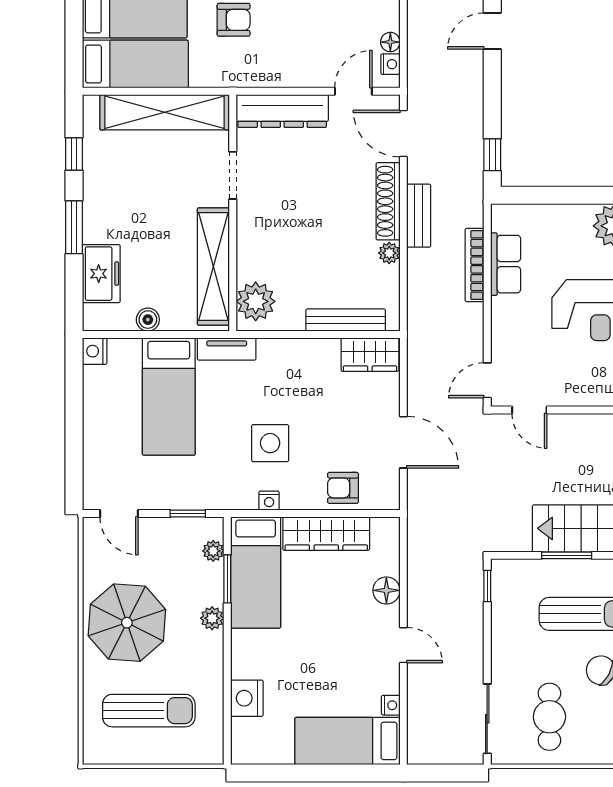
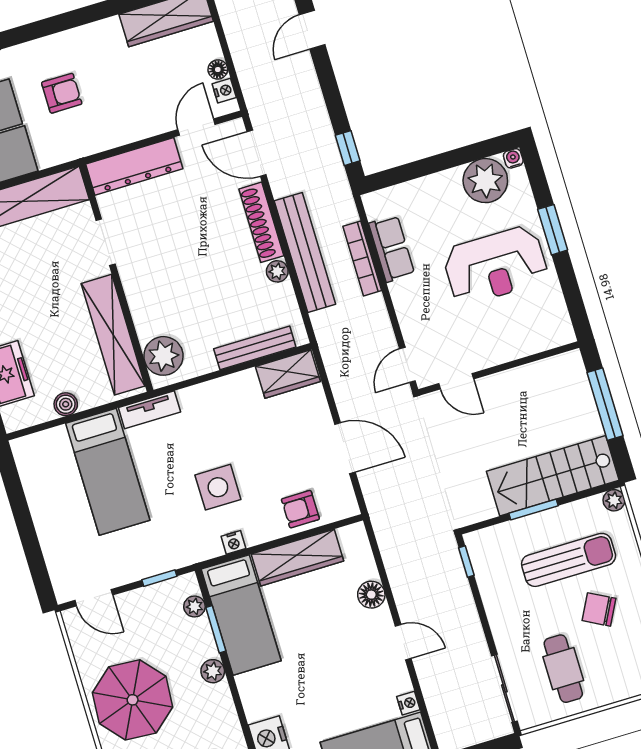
bench: (419, 216) -> (305, 252), width x1.86, depth x1.21
nightstand: (95, 351) -> (24, 450), removed

